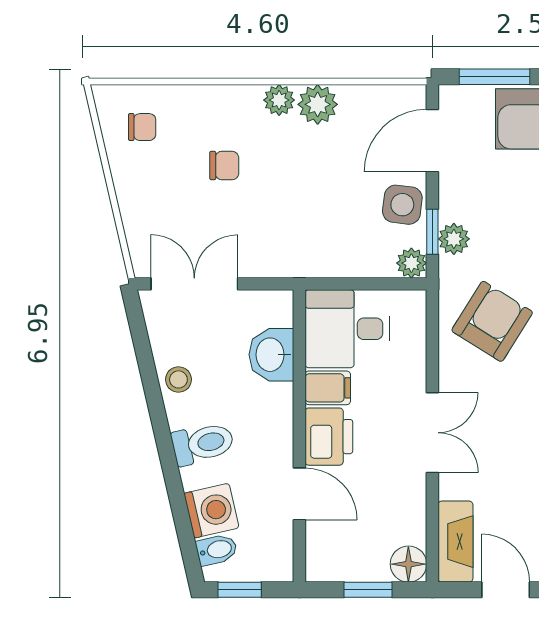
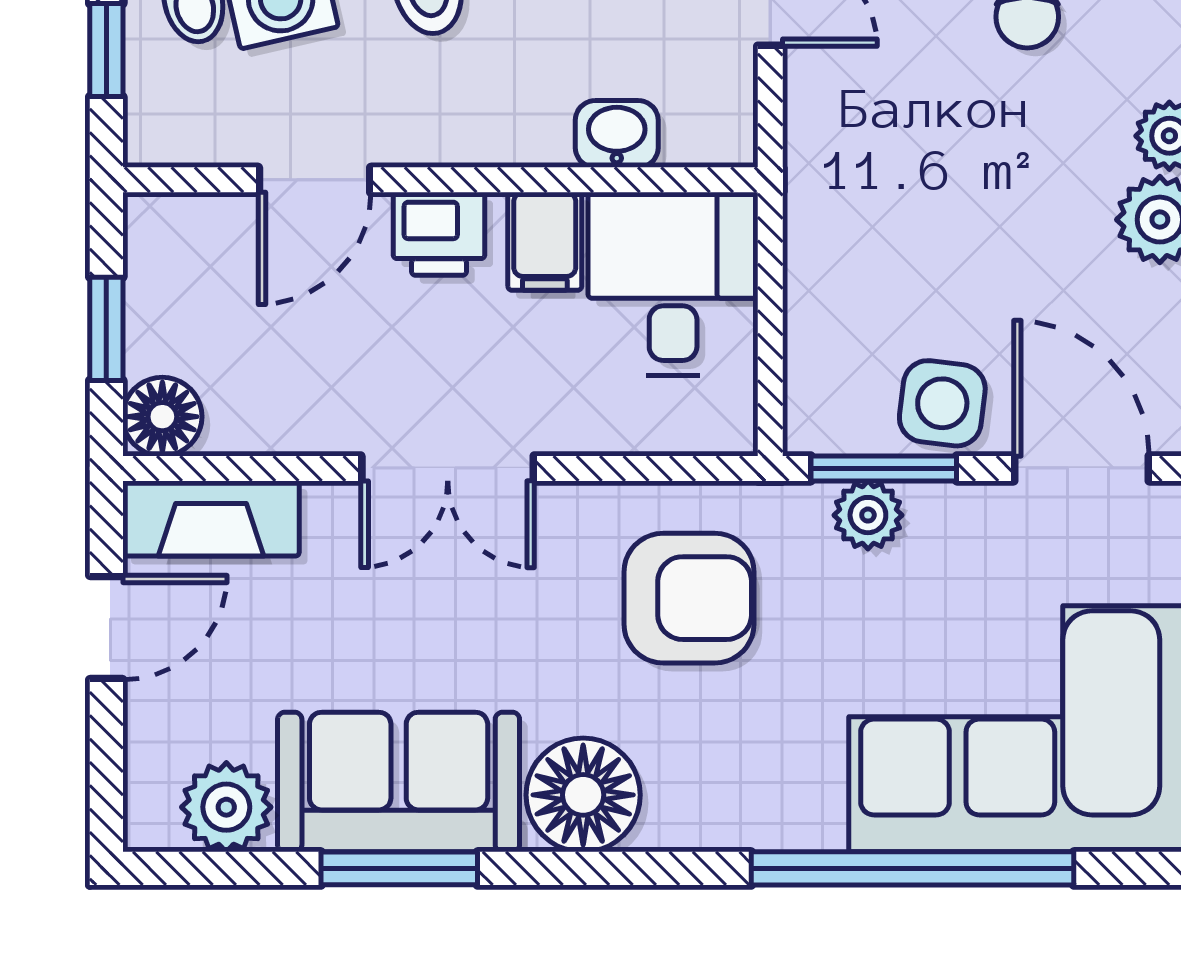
window: (432, 232) -> (884, 468), width x1.50
plant: (411, 263) -> (816, 423), removed
armchair: (492, 321) -> (689, 598), turned -32
washbasin: (271, 355) -> (617, 134), width x0.72, depth x0.69
printer: (329, 437) -> (439, 234), width x0.73, depth x0.81

